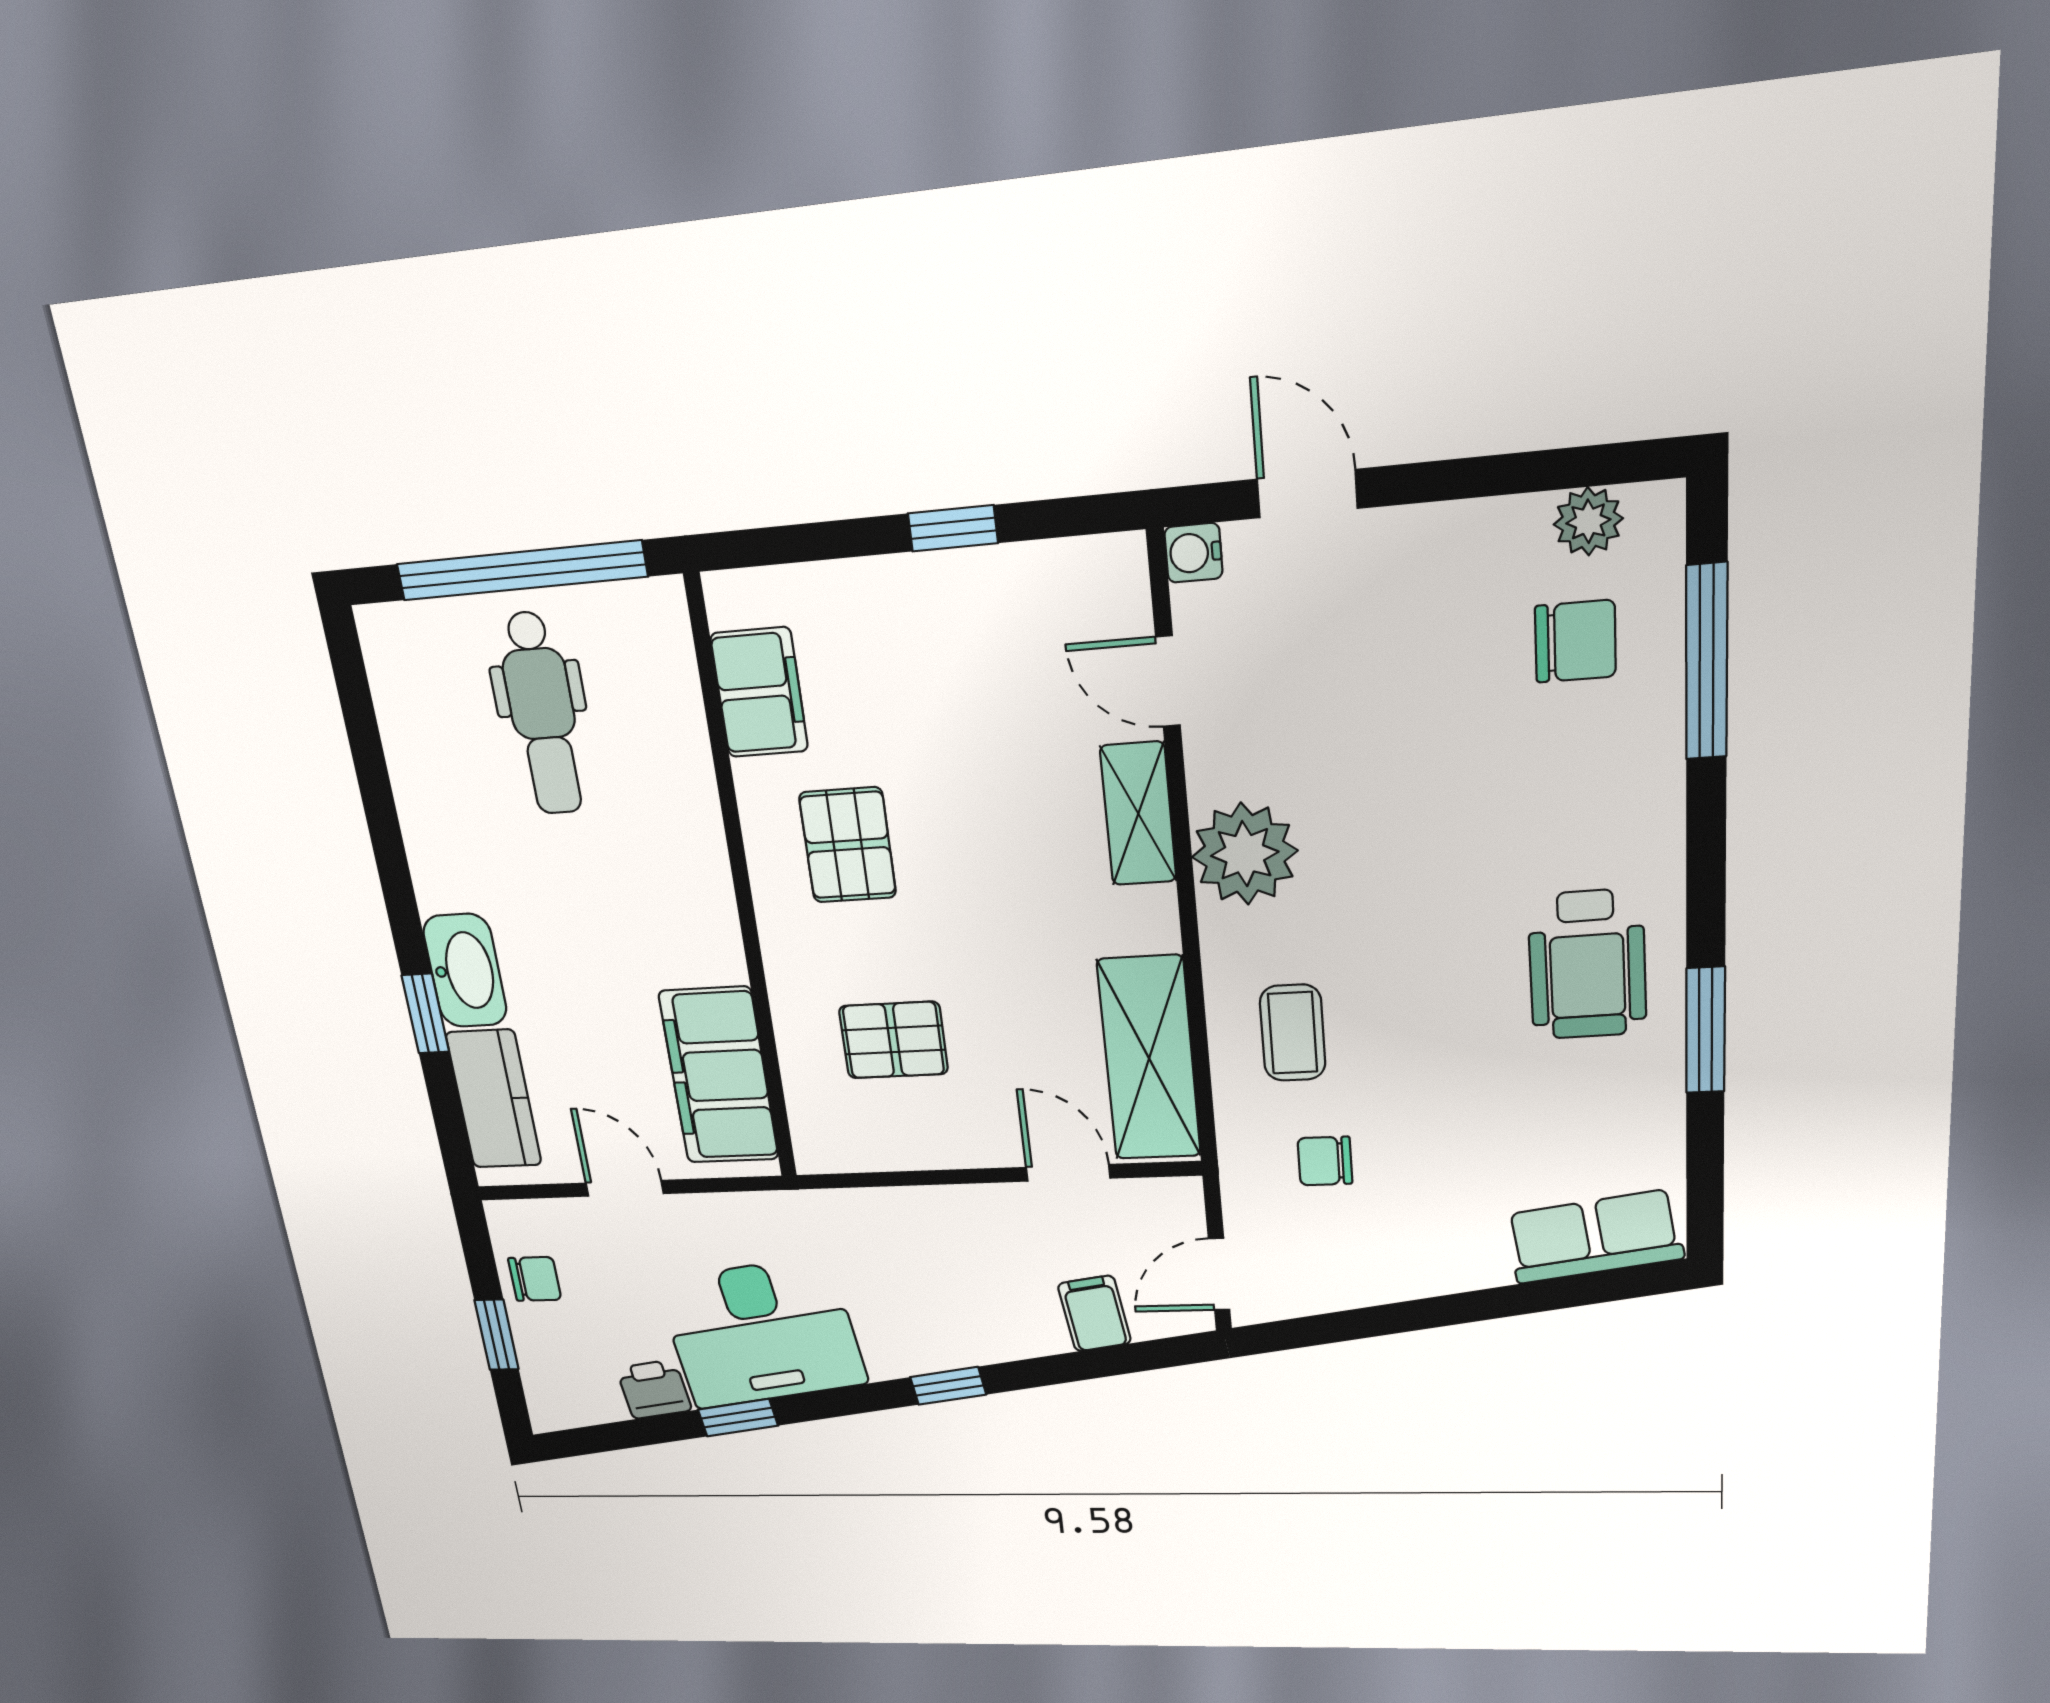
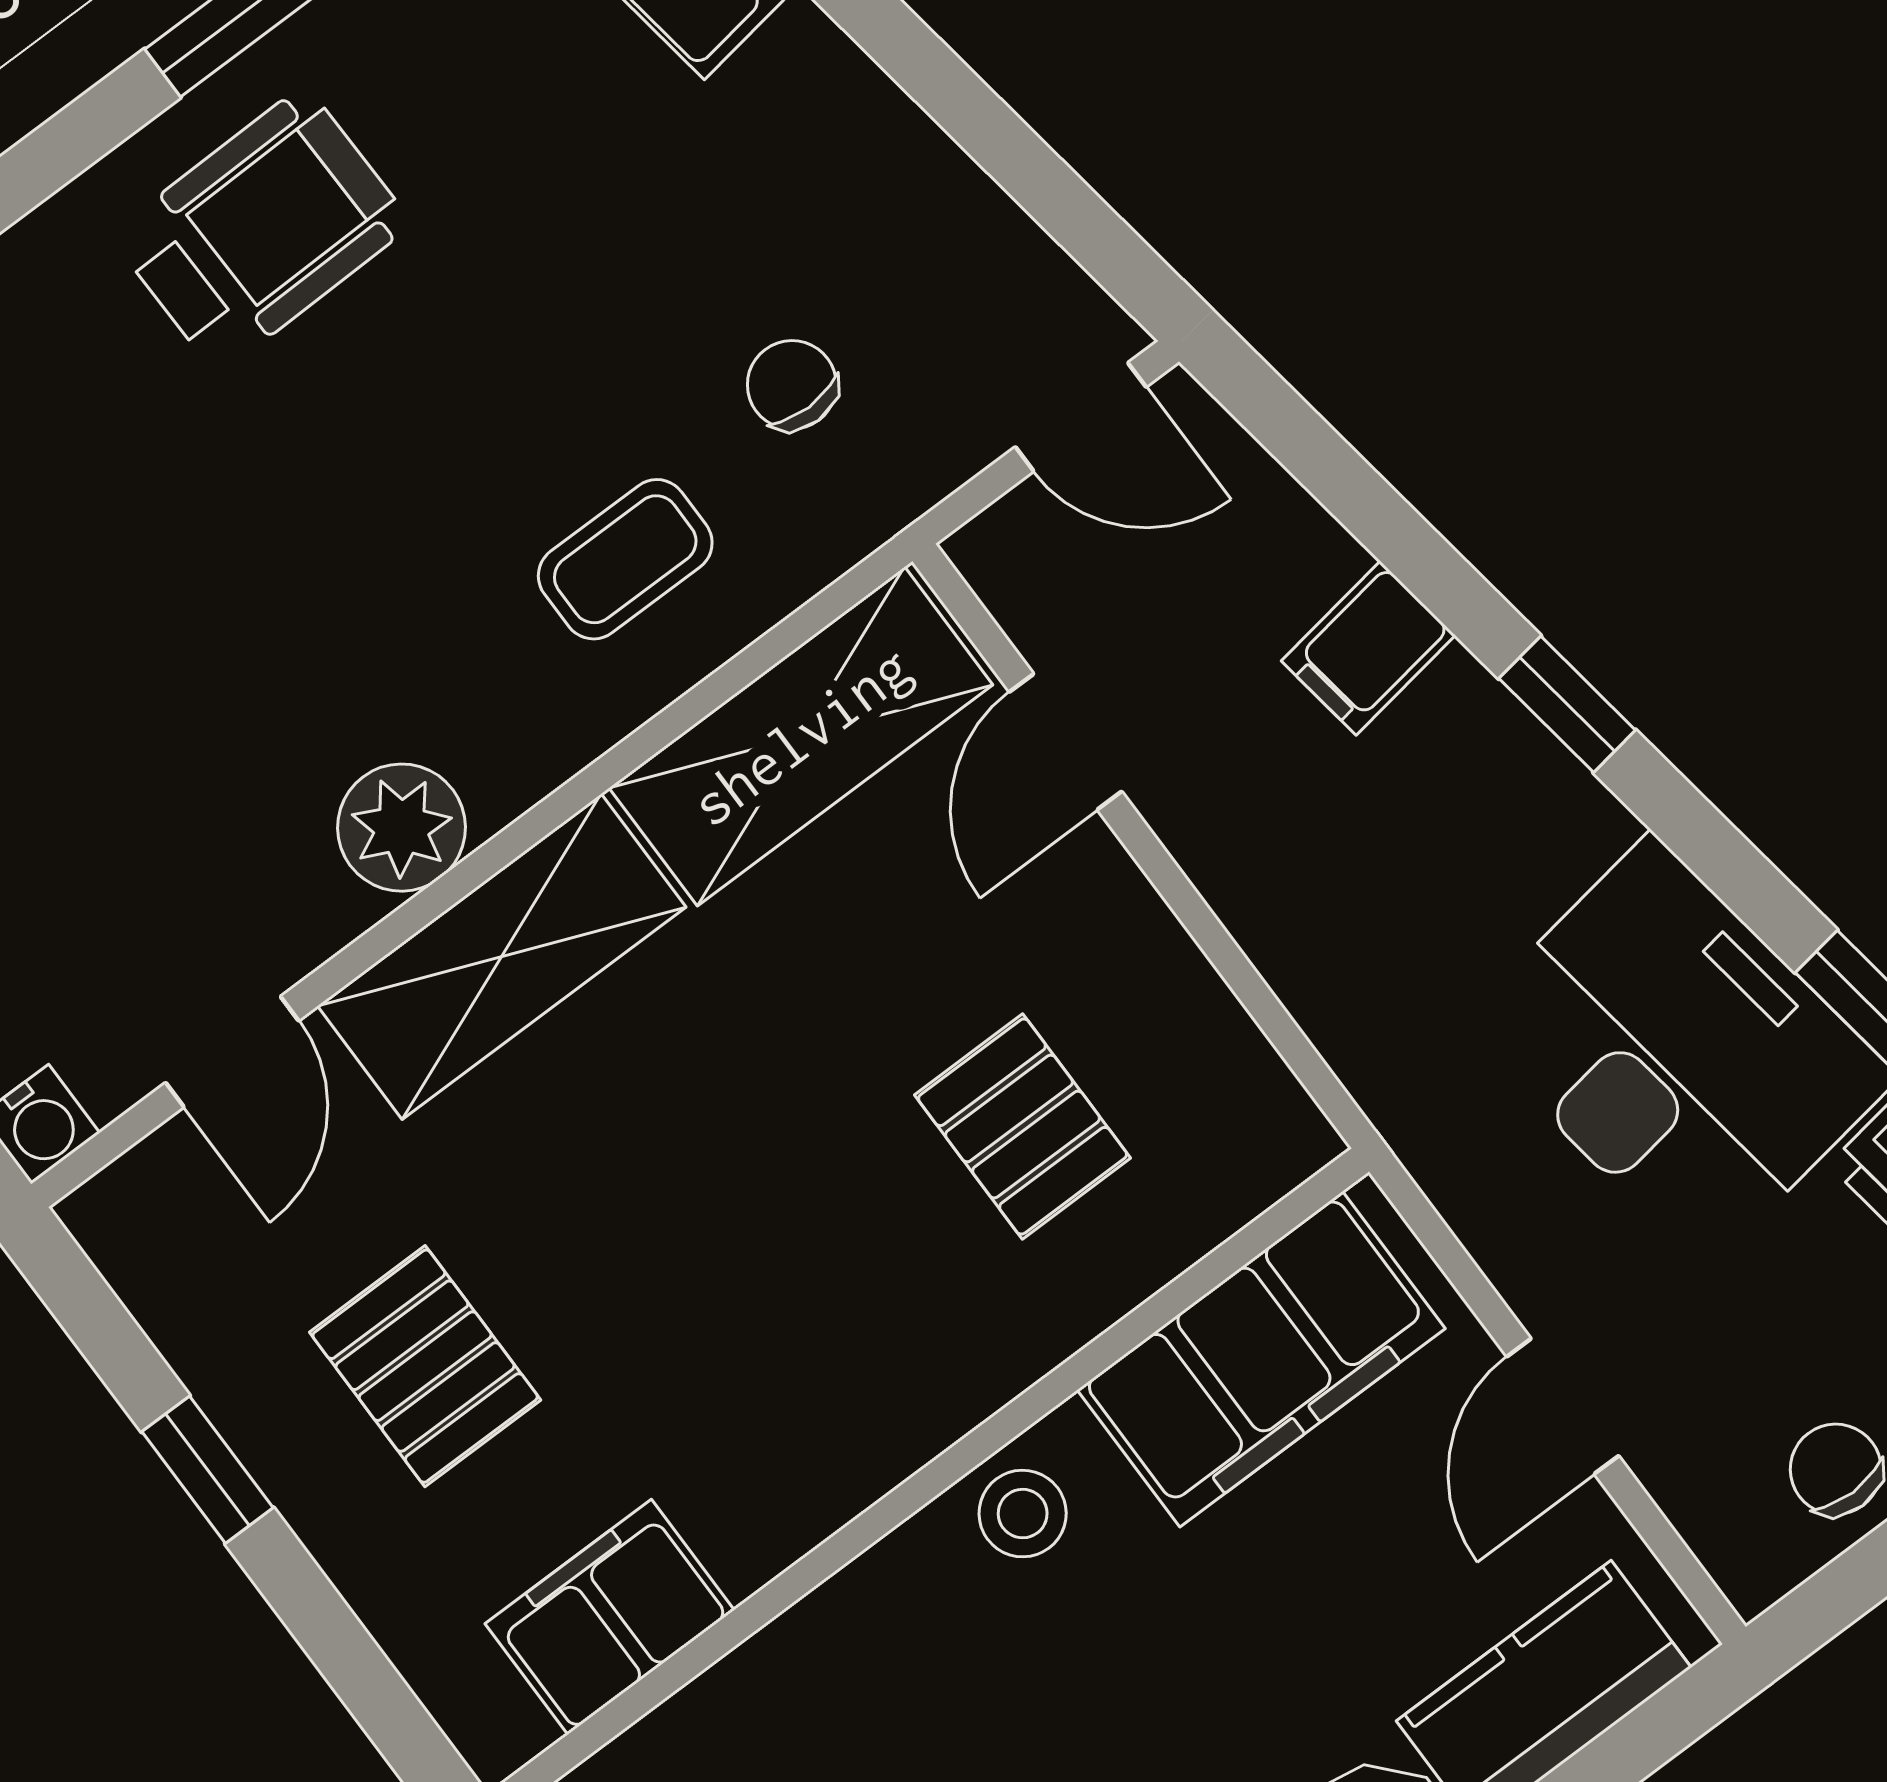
shelving: (1138, 814) -> (502, 957), width x1.50, depth x1.33
pallet: (848, 845) -> (425, 1366), moved, turned 90
plant: (1245, 854) -> (402, 828), width x0.73, depth x0.73
stool: (703, 924) -> (1023, 1514), added
chair: (1325, 1161) -> (792, 385), turned 180
filing cabinet: (1094, 1314) -> (1368, 648), moved

